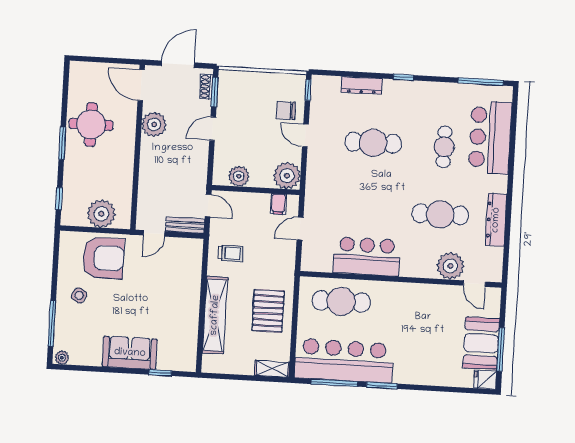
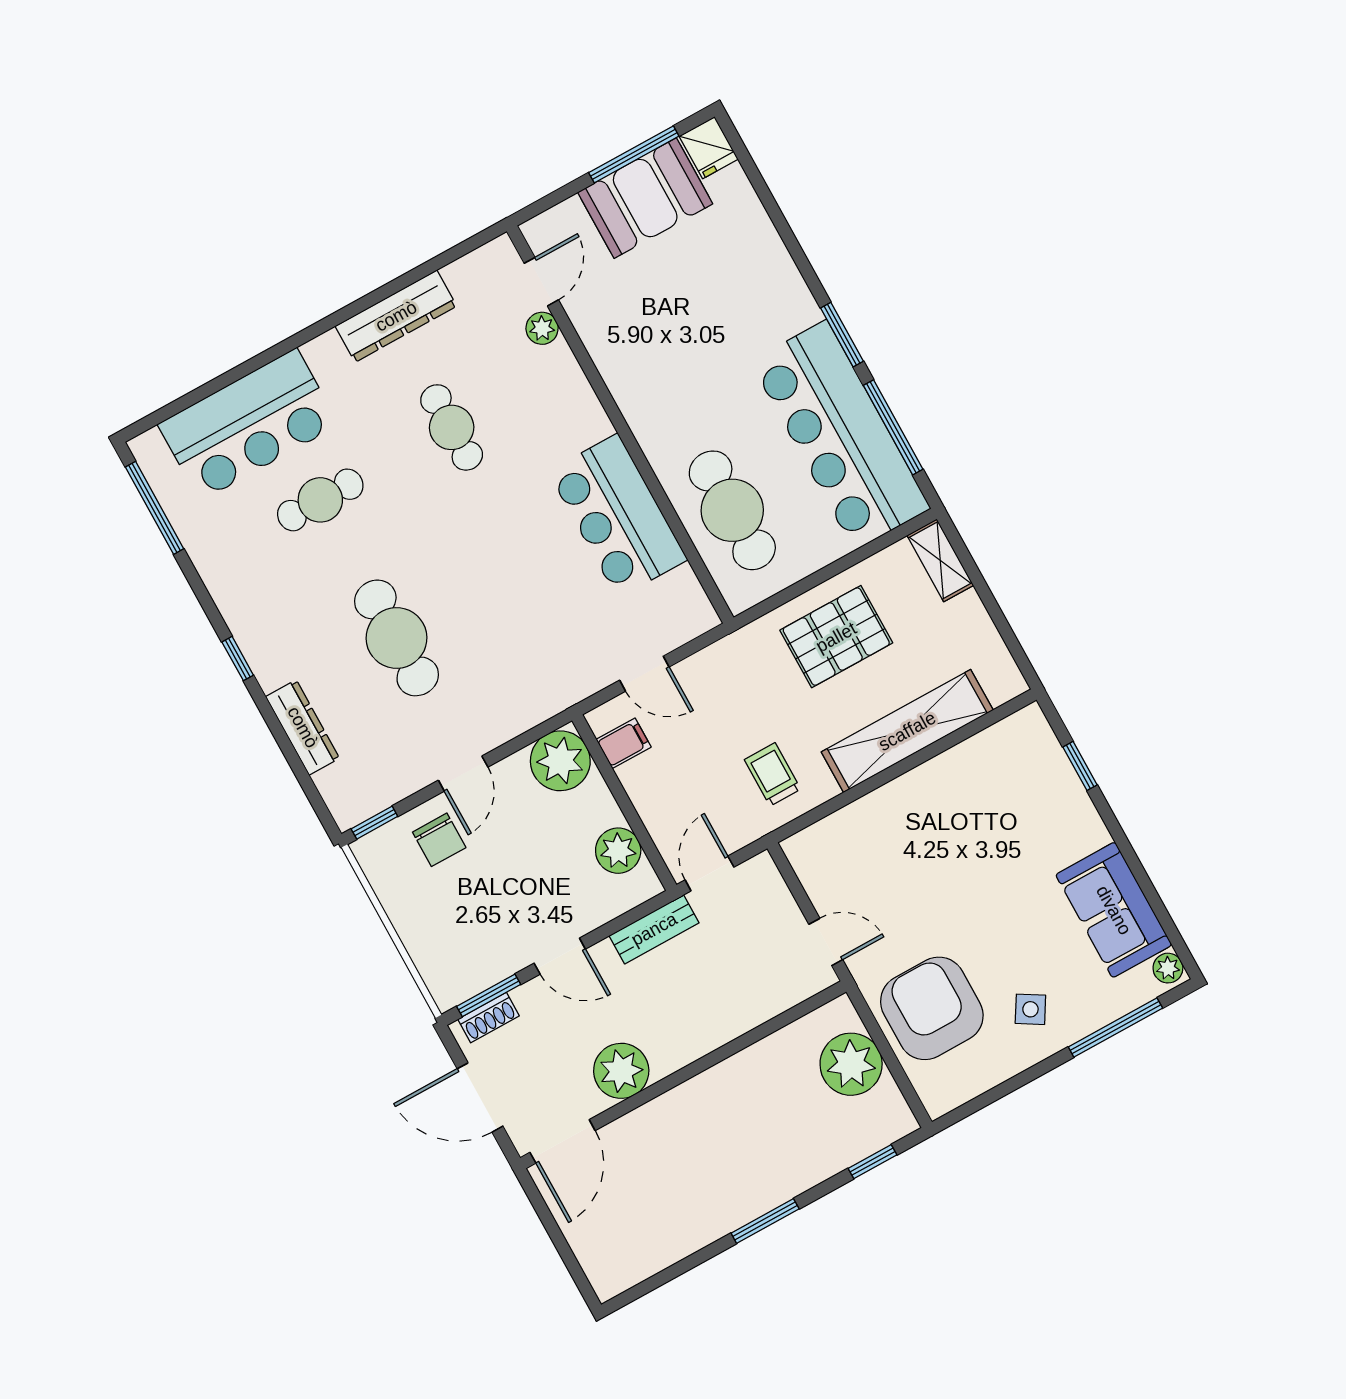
round table: (91, 125) -> (696, 1189), removed
cafe table: (440, 214) -> (452, 427), width x0.73, depth x0.74
bench: (185, 225) -> (654, 929), moved, turned 90
plant: (450, 266) -> (542, 328), width x0.53, depth x0.53
sofa: (130, 353) -> (1114, 910), moved

